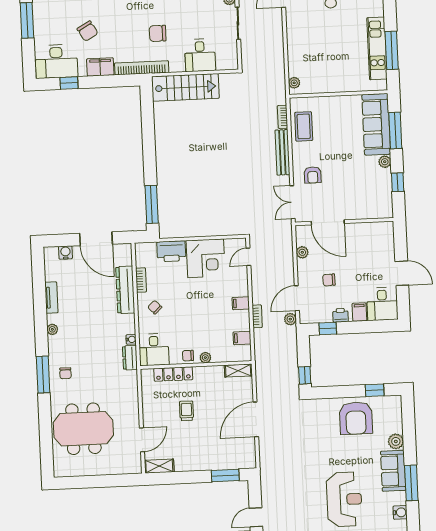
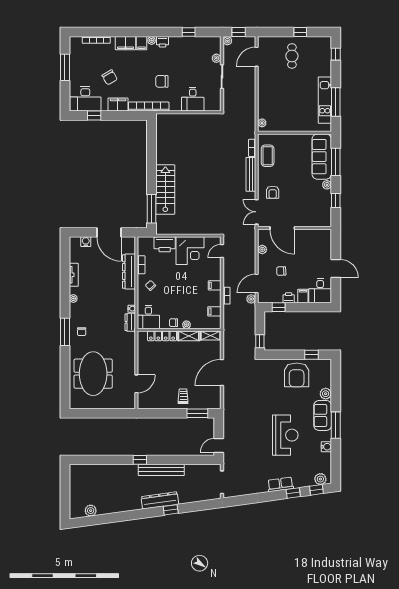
stairs: (185, 87) -> (165, 190), moved, turned -90
trolley: (186, 411) -> (183, 396), moved
meeting table: (83, 429) -> (93, 374), turned 90
shelving: (159, 466) -> (189, 336), moved

